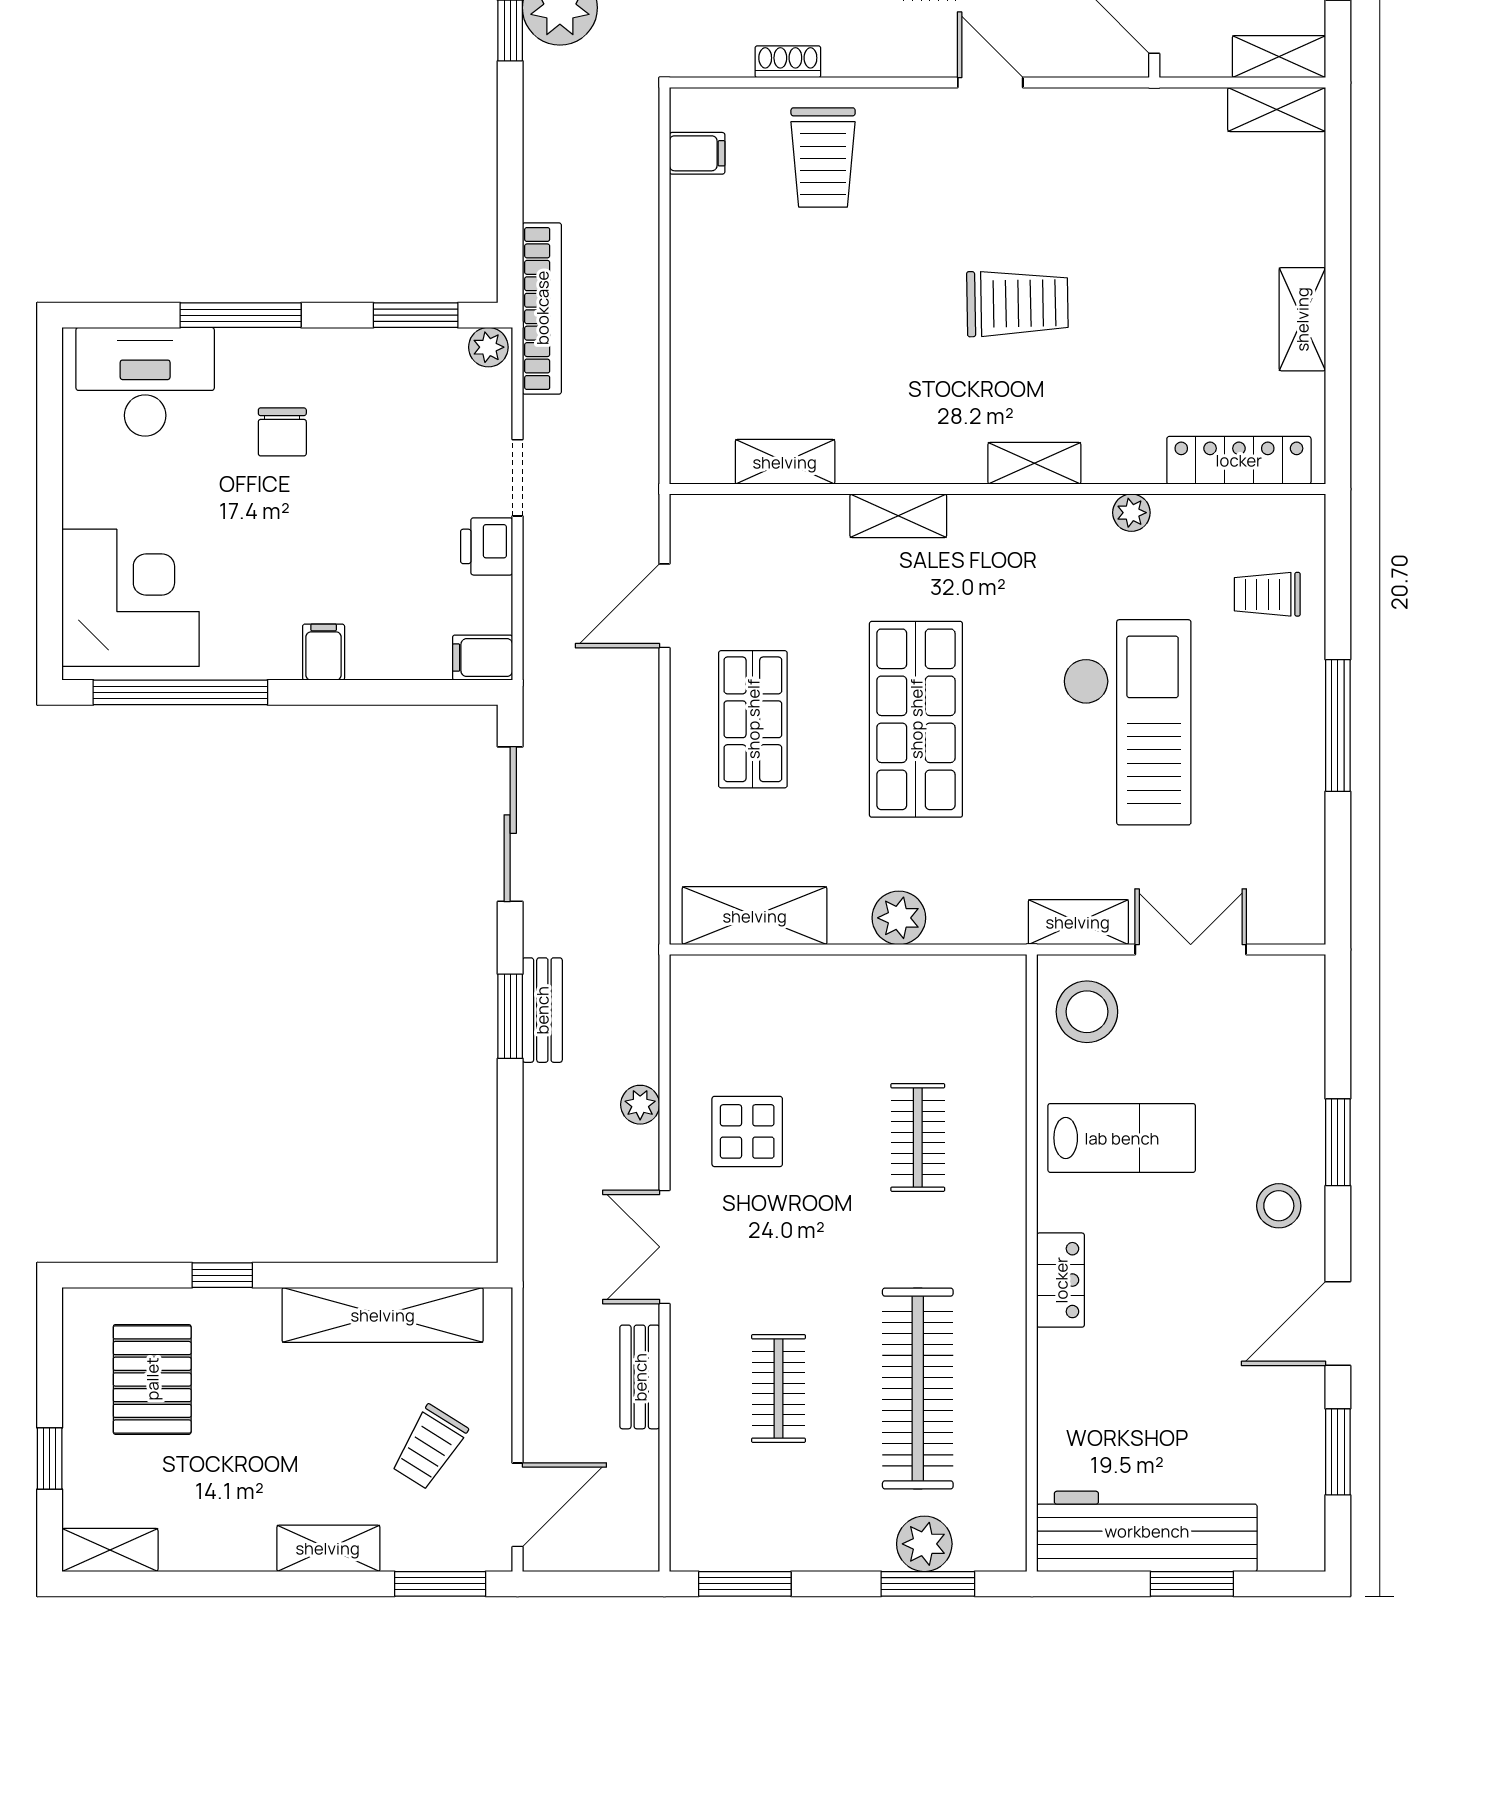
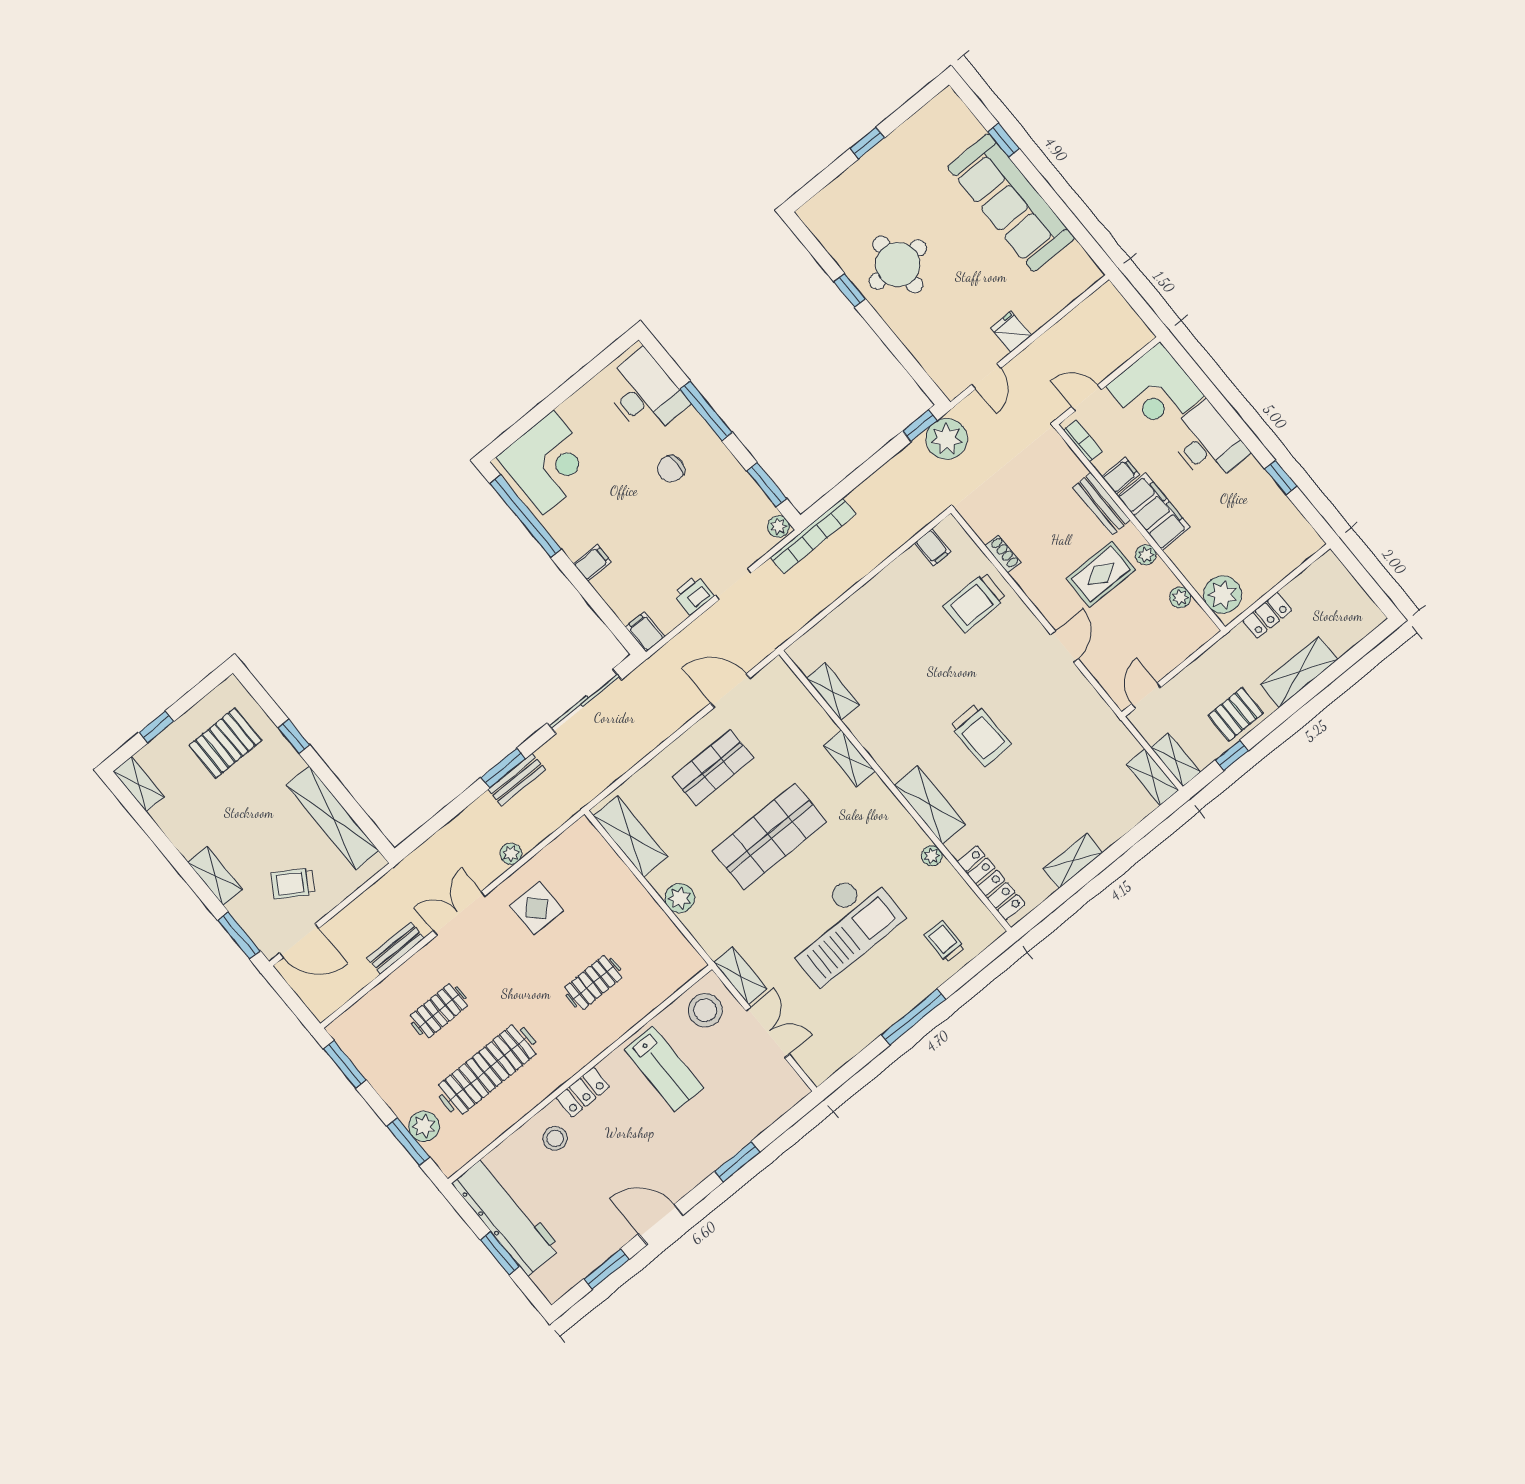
shelving: (1034, 463) -> (930, 805), width x1.50, depth x1.33
stool: (1279, 1206) -> (555, 1138), moved

